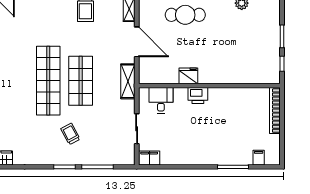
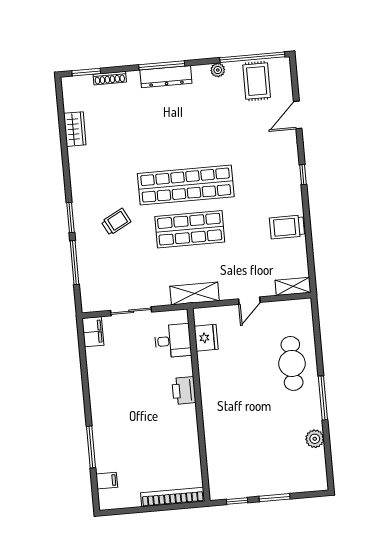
door: (137, 42) -> (249, 301), width x0.53
fridge: (188, 76) -> (206, 338), moved

